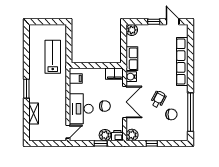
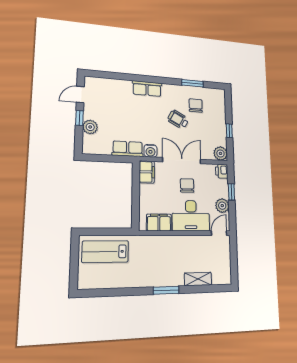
plant: (132, 30) -> (90, 127), moved
lab bench: (53, 57) -> (105, 252), moved
row of seats: (182, 62) -> (147, 89), width x0.50
filing cabinet: (76, 78) -> (159, 223), width x2.00
window: (190, 112) -> (193, 83), width x0.47
door: (68, 132) -> (219, 233), hinge flipped
plant: (105, 135) -> (222, 206), moved

